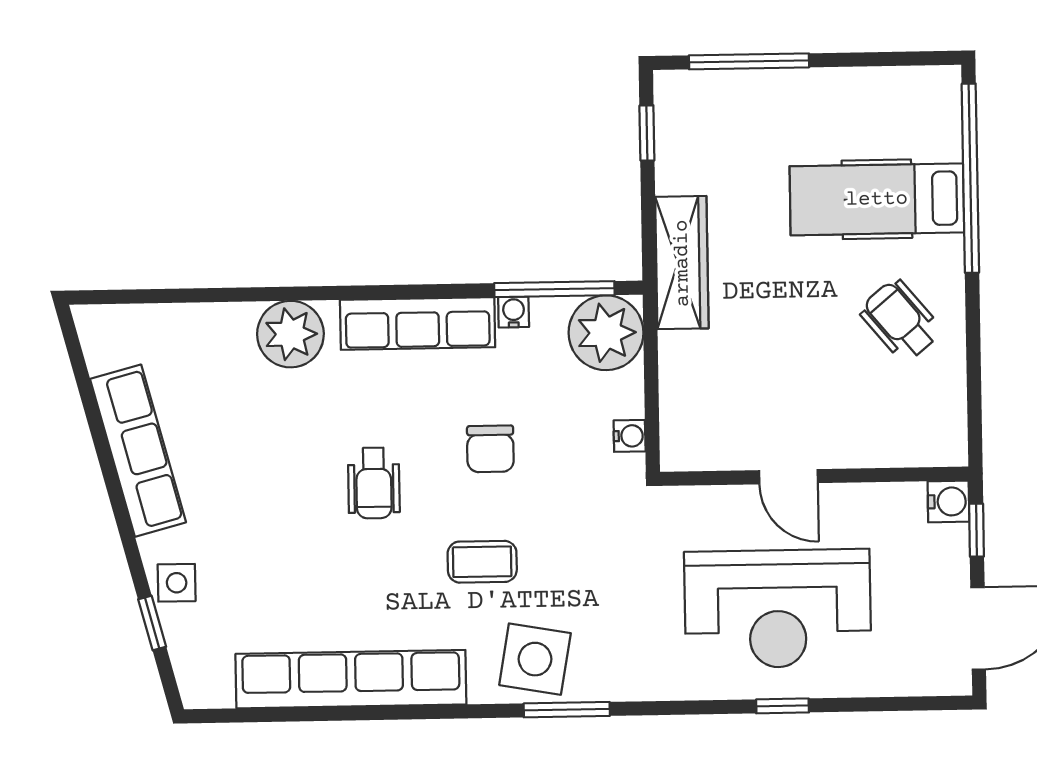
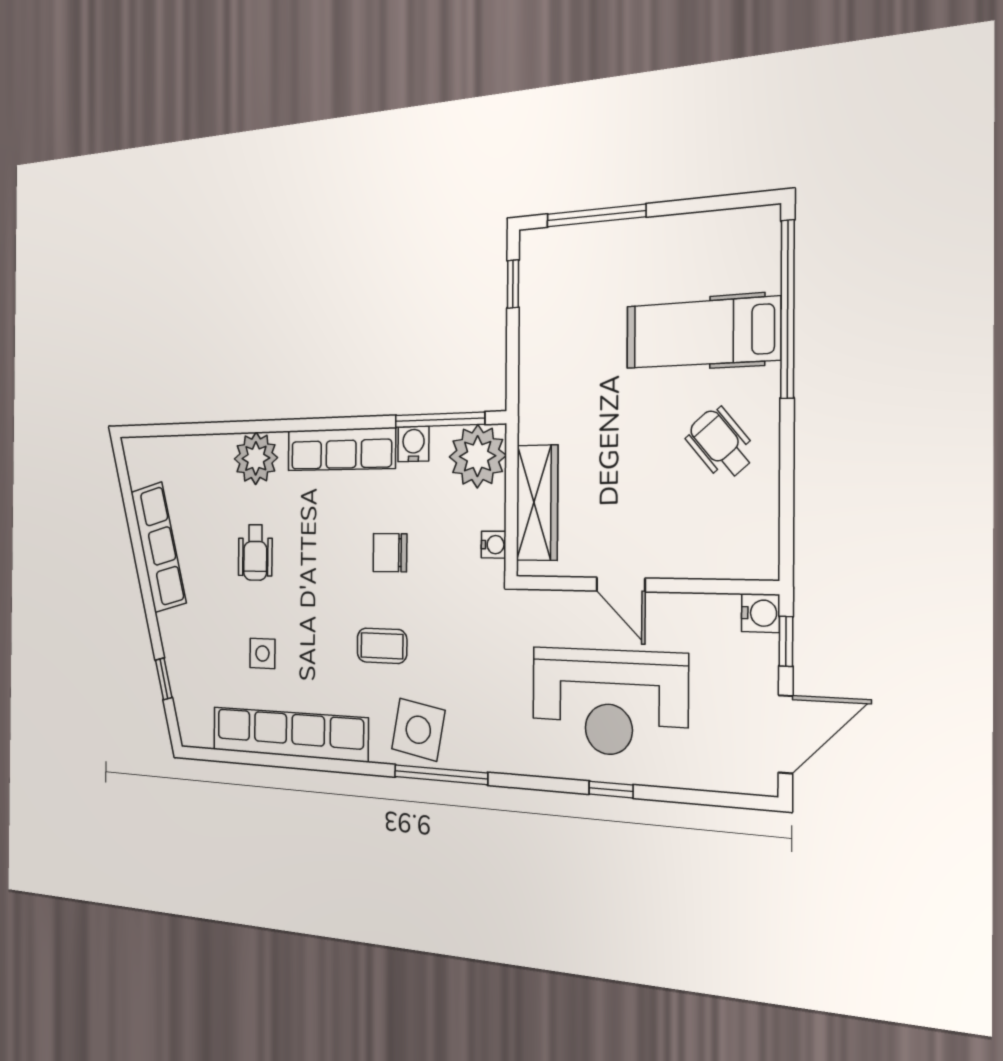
wardrobe: (682, 263) -> (537, 503), moved
water cooler: (514, 312) -> (413, 444), width x1.38, depth x1.38
chair: (490, 449) -> (390, 553), turned 90
wheelchair: (374, 483) -> (255, 552), moved
side table: (177, 583) -> (262, 653), moved
window: (567, 710) -> (441, 775), width x1.44

